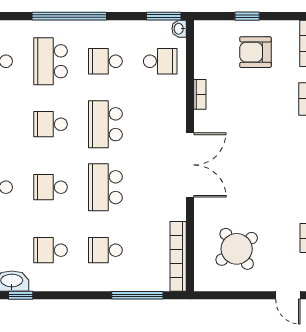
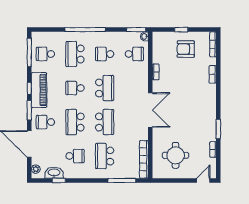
school desk: (105, 124) -> (105, 88), turned 180
school desk: (50, 187) -> (75, 122), width x1.85
school desk: (105, 187) -> (105, 122), turned 180
round table: (237, 249) -> (176, 155), turned 36
school desk: (50, 250) -> (75, 156), turned 180
school desk: (105, 250) -> (105, 156), width x1.85
door: (288, 295) -> (203, 180), swing flipped

